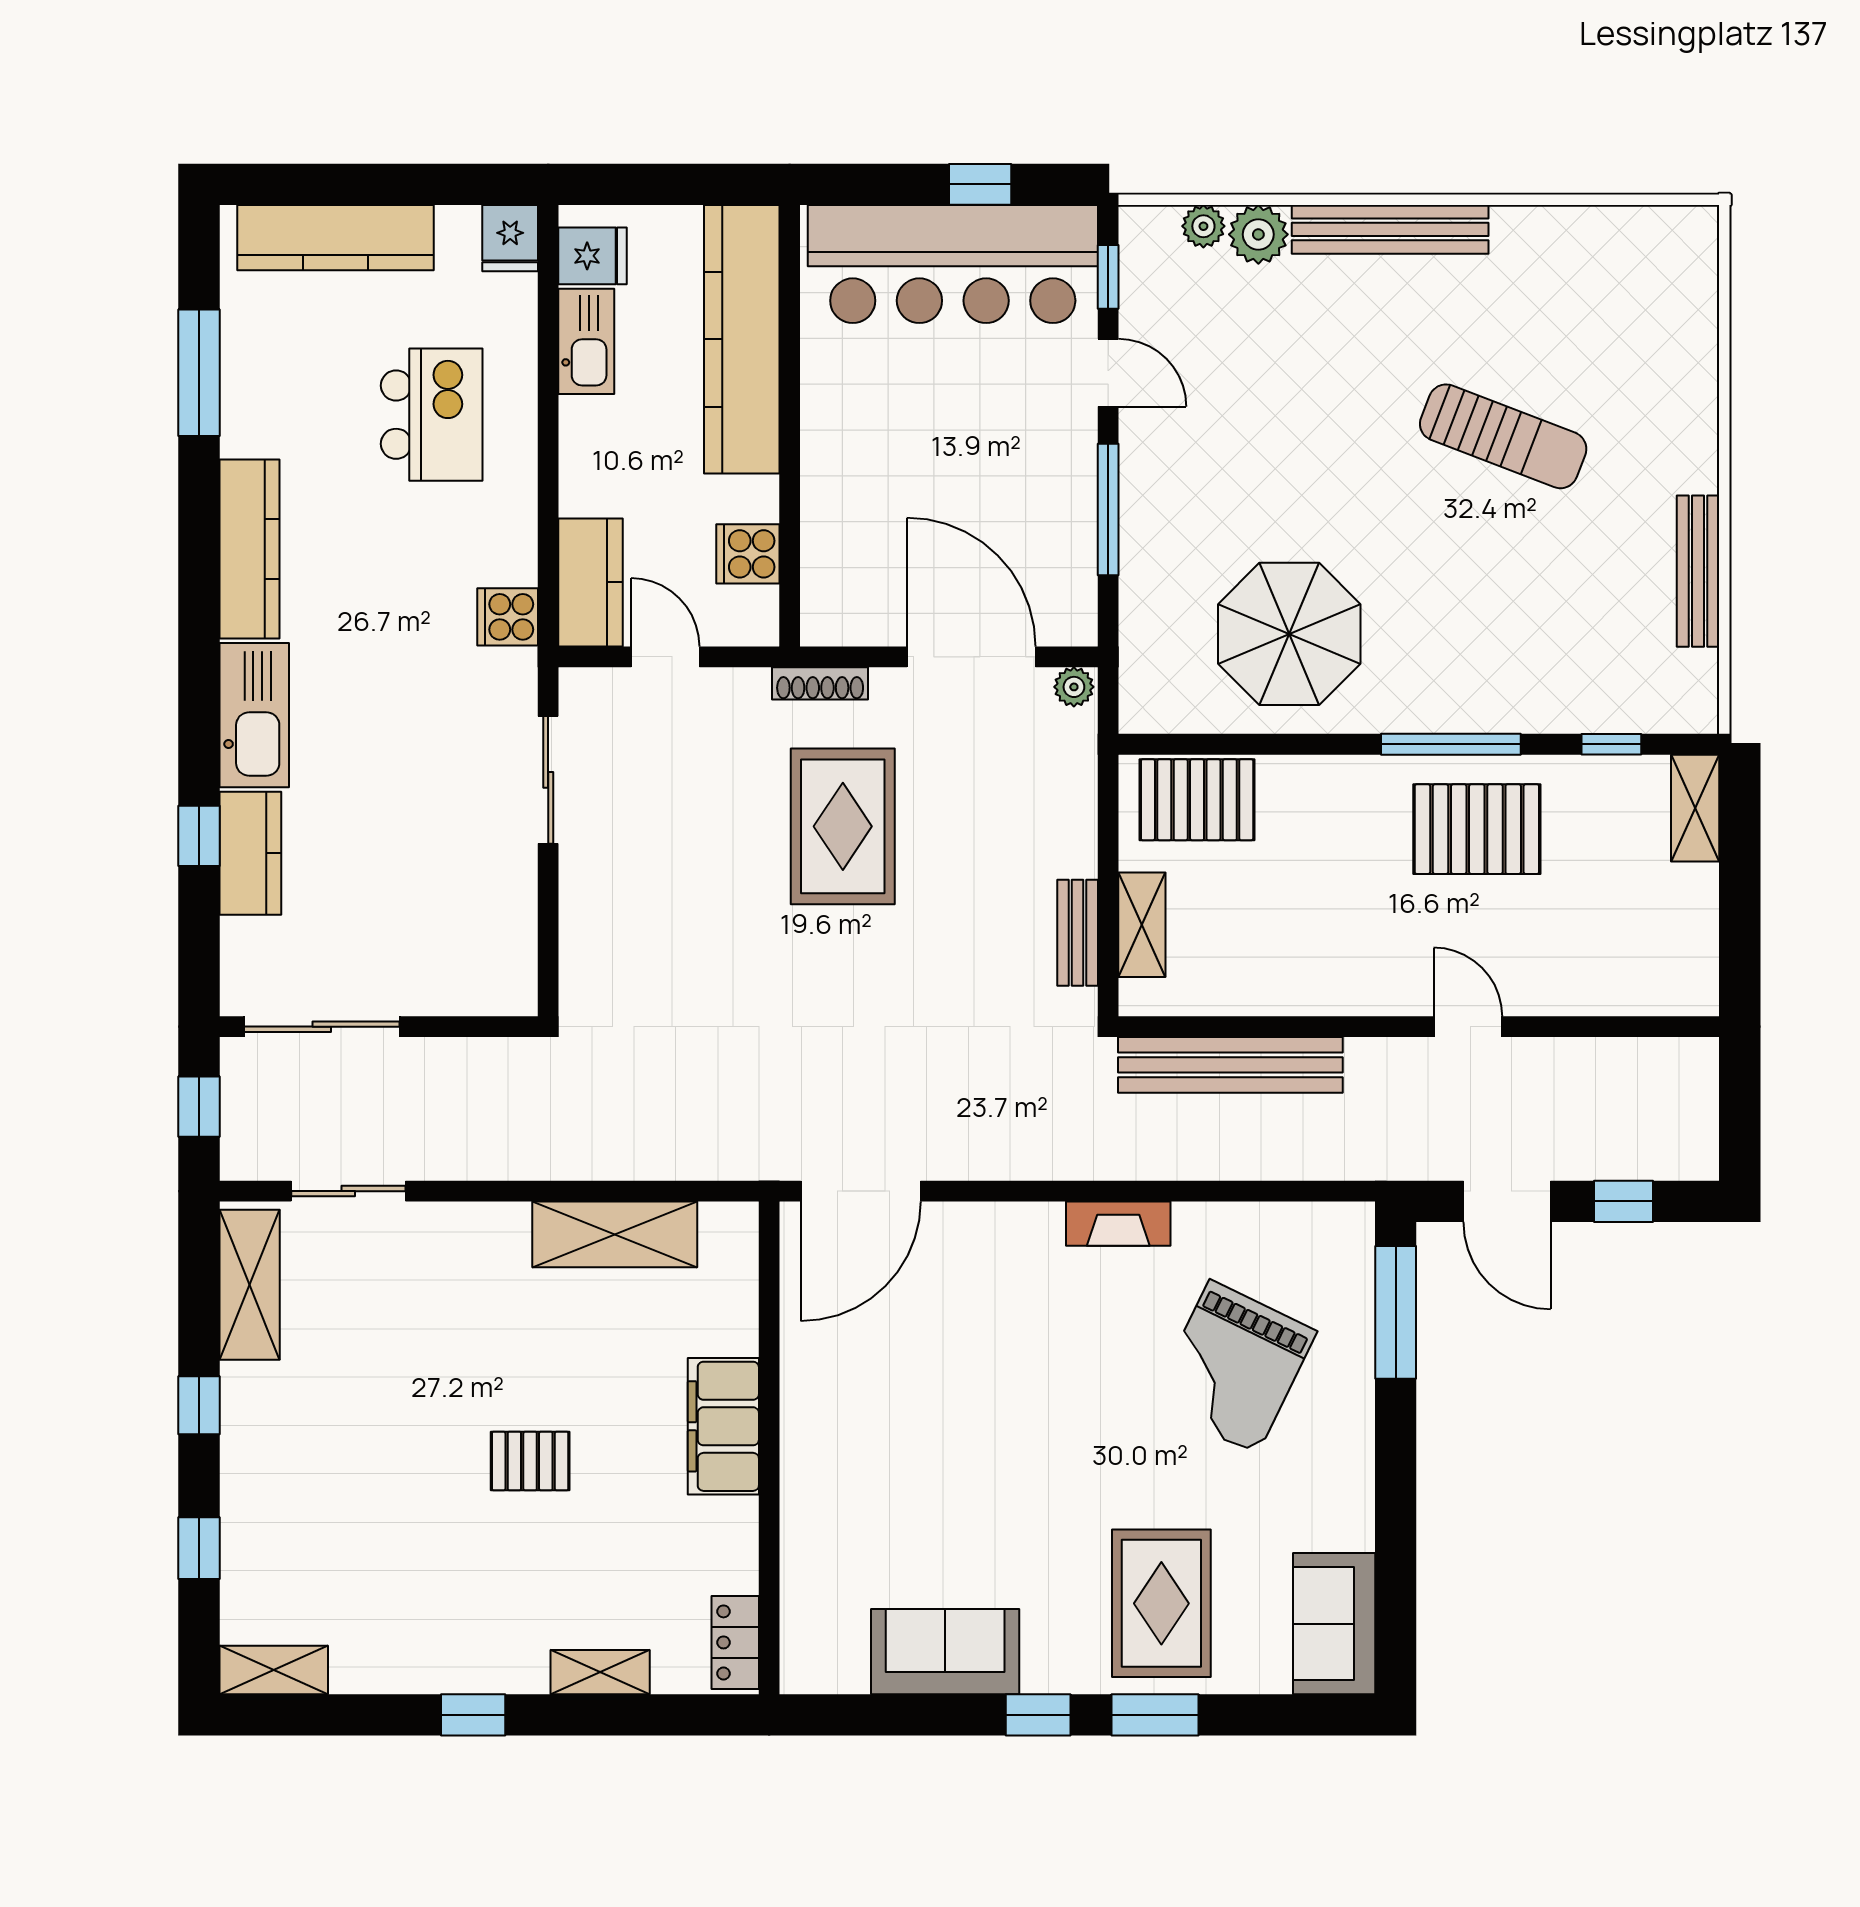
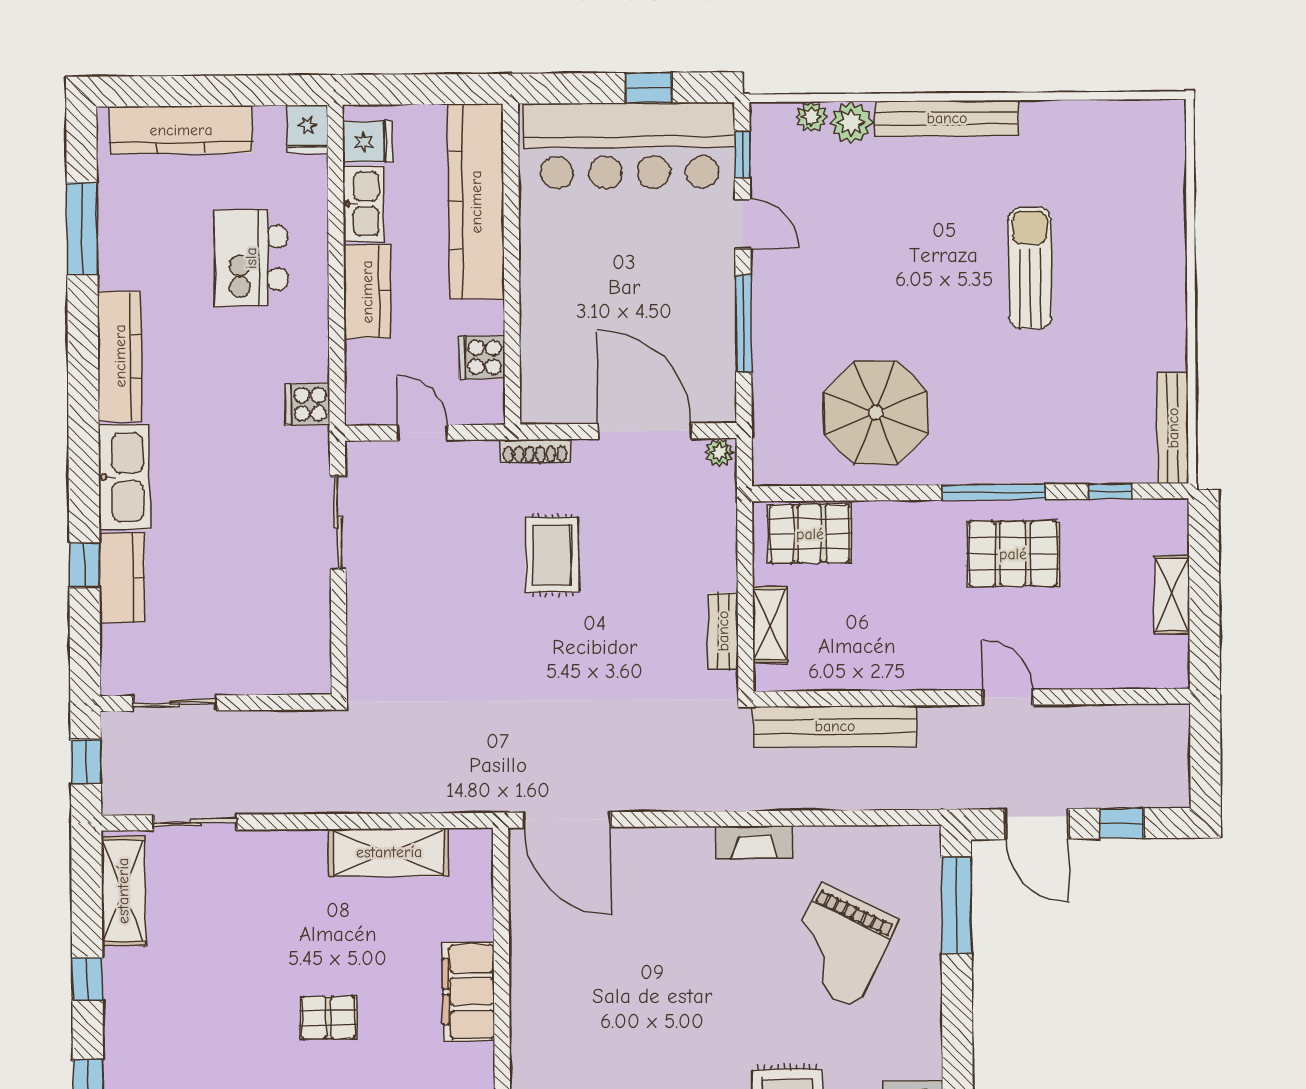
kitchen island: (432, 415) -> (251, 258), turned 180
sun lounger: (1503, 436) -> (1030, 268), turned -111
bench: (1698, 571) -> (1173, 428), moved
kitchen counter: (591, 582) -> (367, 292), moved
shelving: (1695, 808) -> (1172, 595), moved
rug: (843, 826) -> (552, 555), width x0.73, depth x0.70
sliding door: (322, 1027) -> (175, 703), width x0.73
door: (861, 1191) -> (567, 820), hinge flipped

